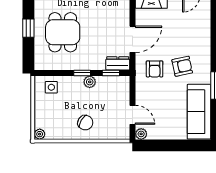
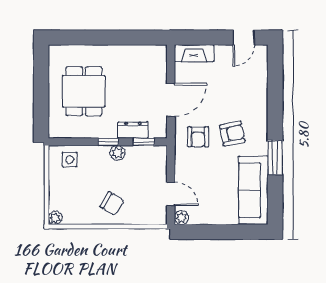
window: (28, 28) -> (41, 86), removed
dresser: (118, 63) -> (133, 130), moved

